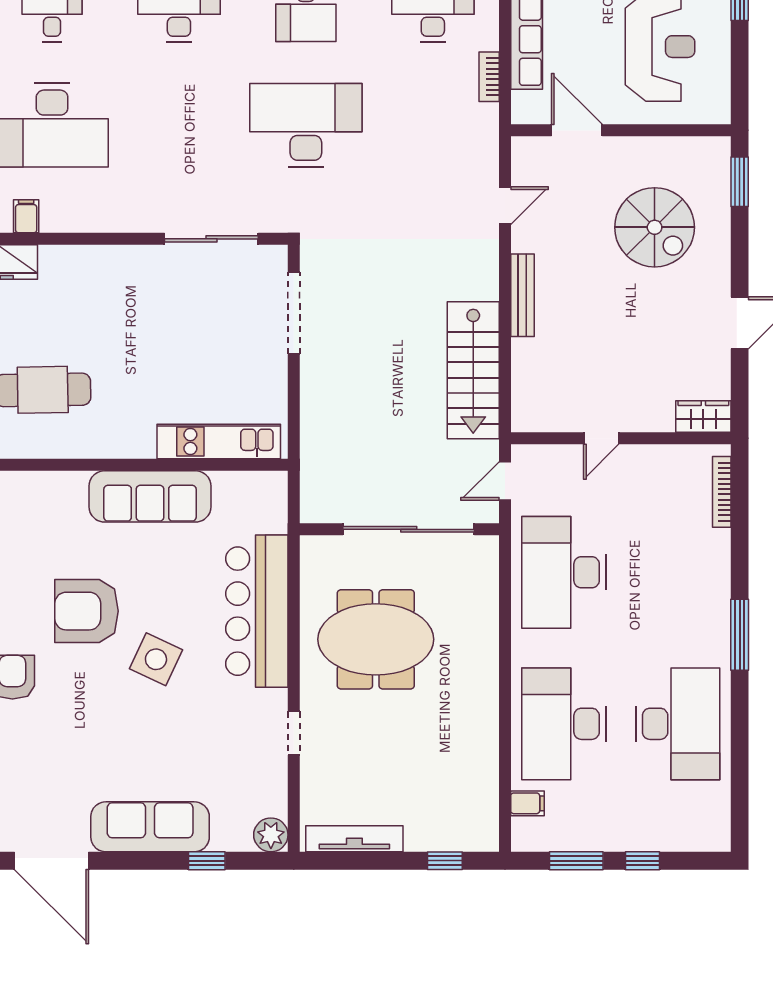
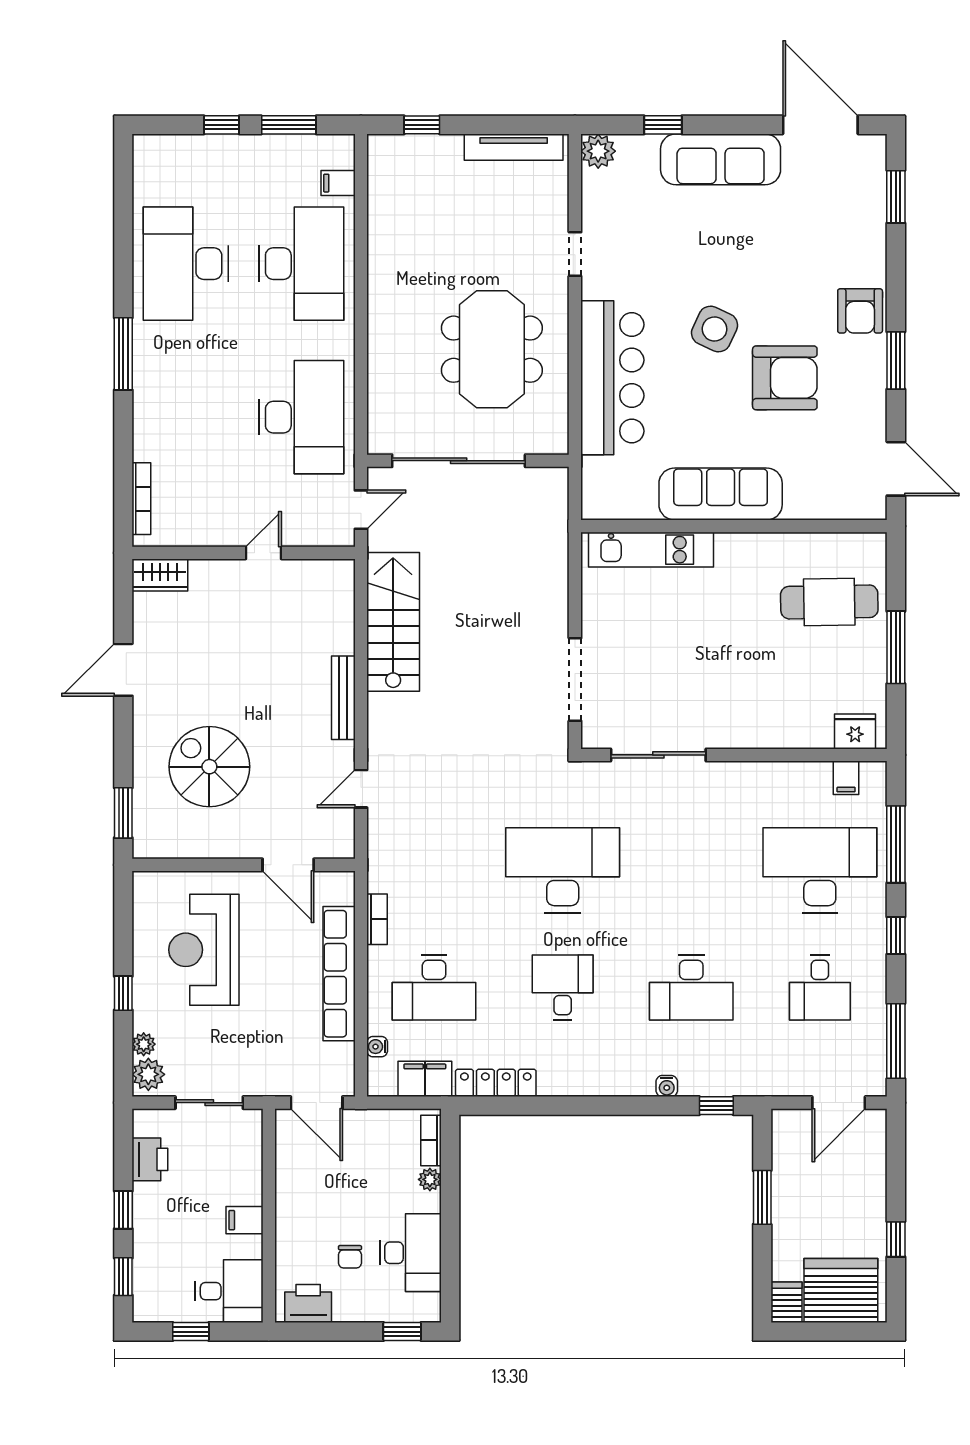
desk: (306, 125) -> (563, 870), turned 180
meeting table: (376, 639) -> (492, 349), turned 90

